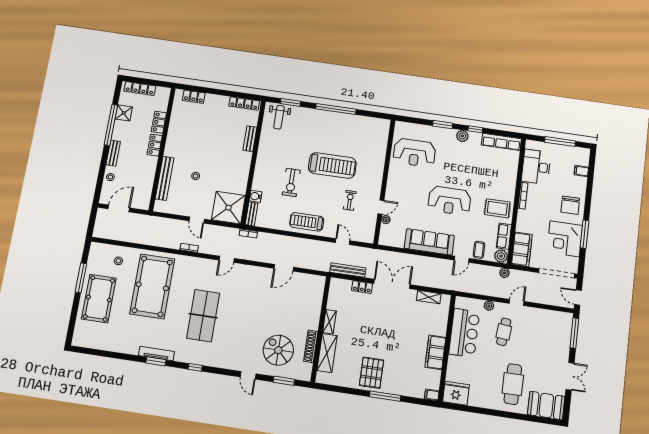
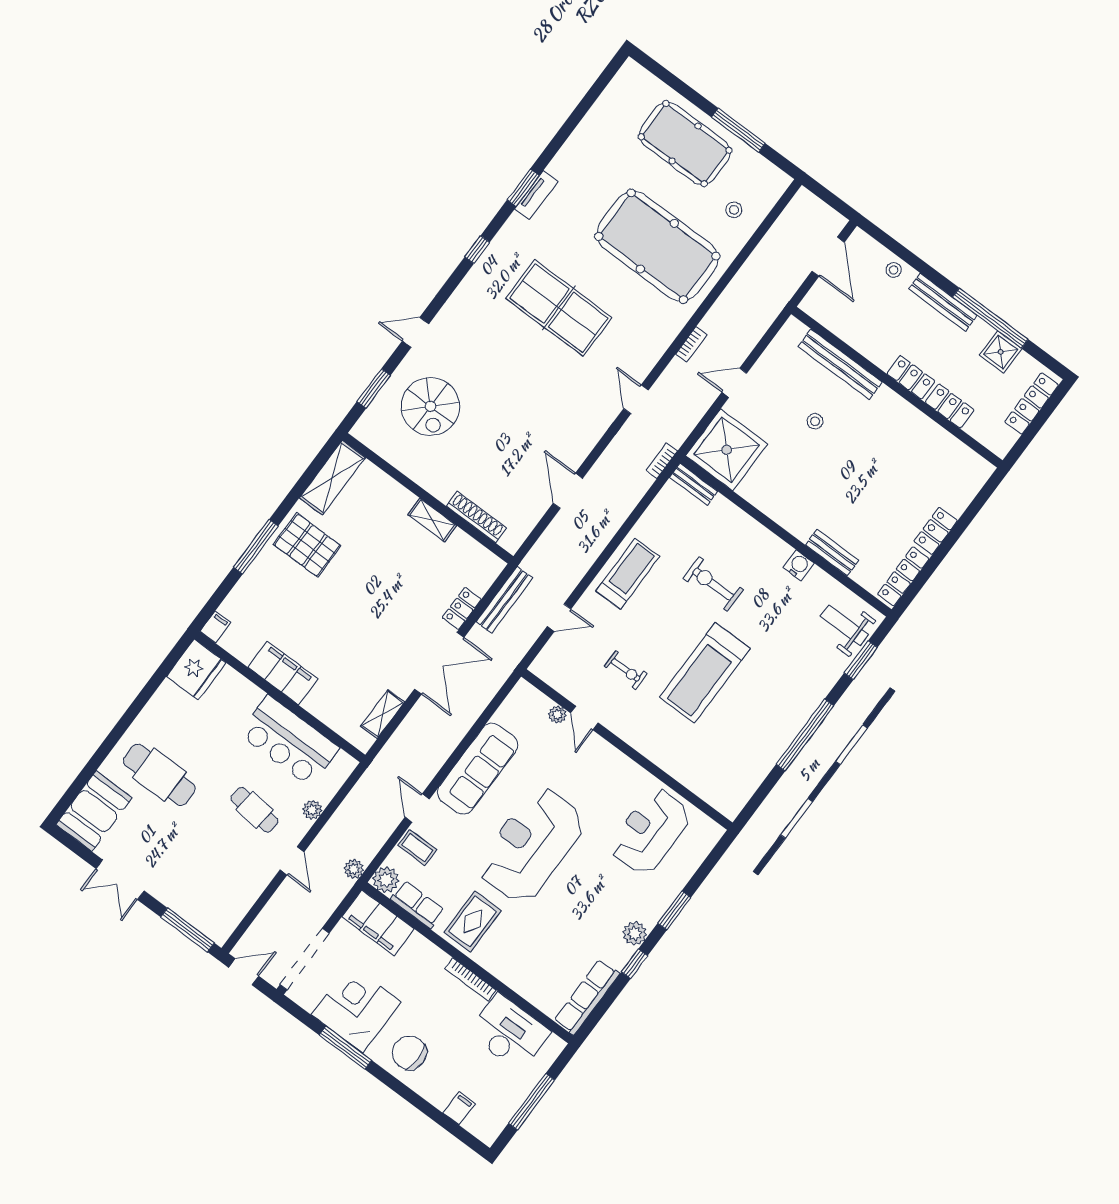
locker: (194, 97) -> (936, 531), moved
bench: (113, 153) -> (943, 302), width x1.36
water cooler: (256, 196) -> (799, 565), moved
reception desk: (449, 201) -> (531, 845), width x1.36, depth x1.30
shoe rack: (311, 346) -> (476, 517), moved
spiral stairs: (278, 350) -> (430, 406), turned 90
shelving: (327, 353) -> (332, 478), moved, turned 90
tv unit: (156, 354) -> (536, 195), width x0.71

